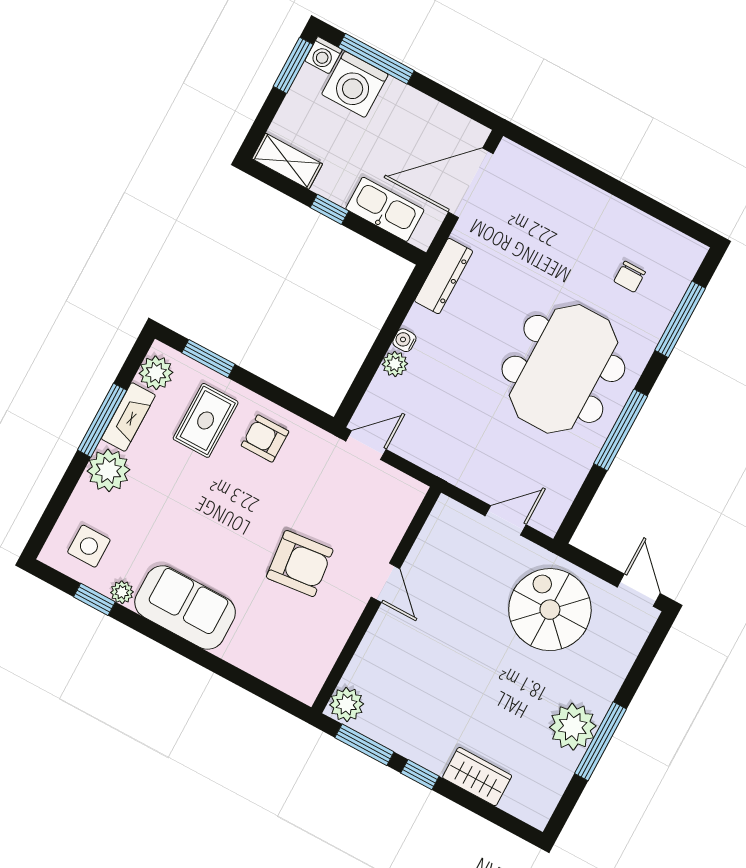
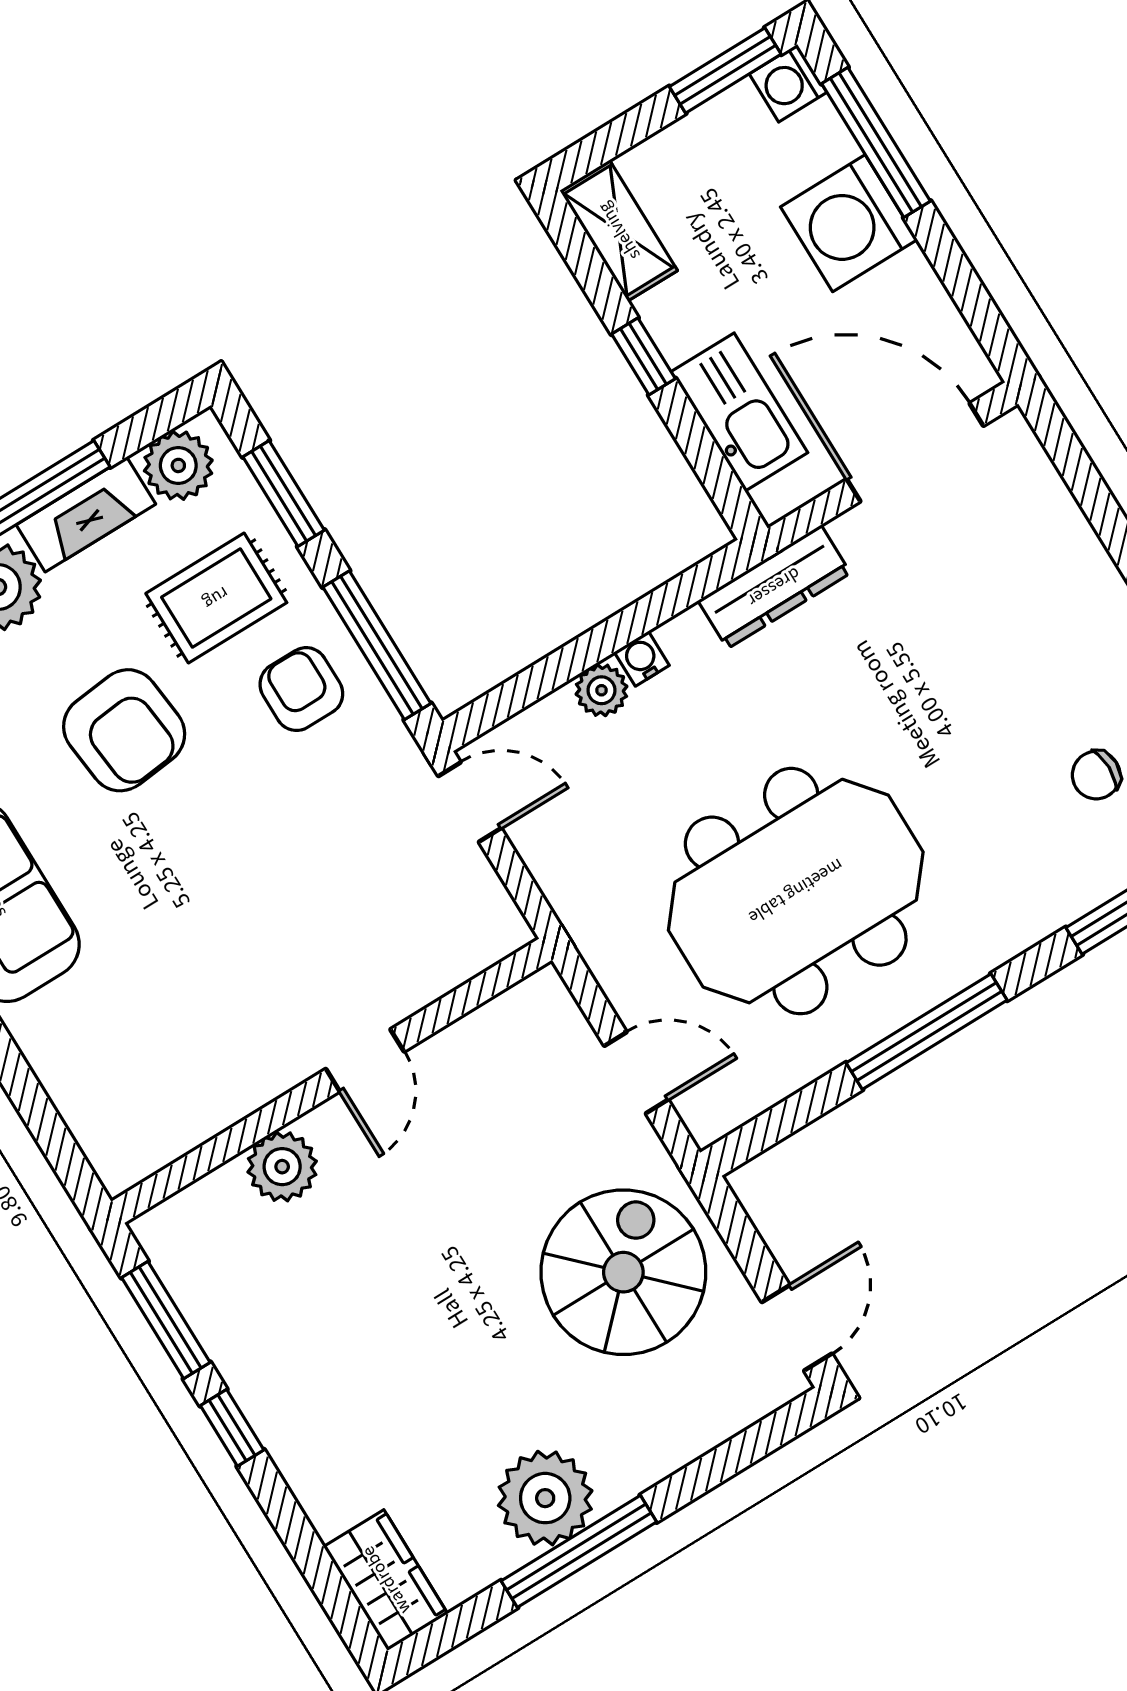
washing machine: (355, 84) -> (849, 223), moved
meeting table: (563, 369) -> (796, 891), moved
window: (287, 401) -> (377, 645), added
armchair: (300, 564) -> (124, 730), moved
plant: (347, 704) -> (282, 1167), moved
wardrobe: (477, 777) -> (386, 1580), moved

